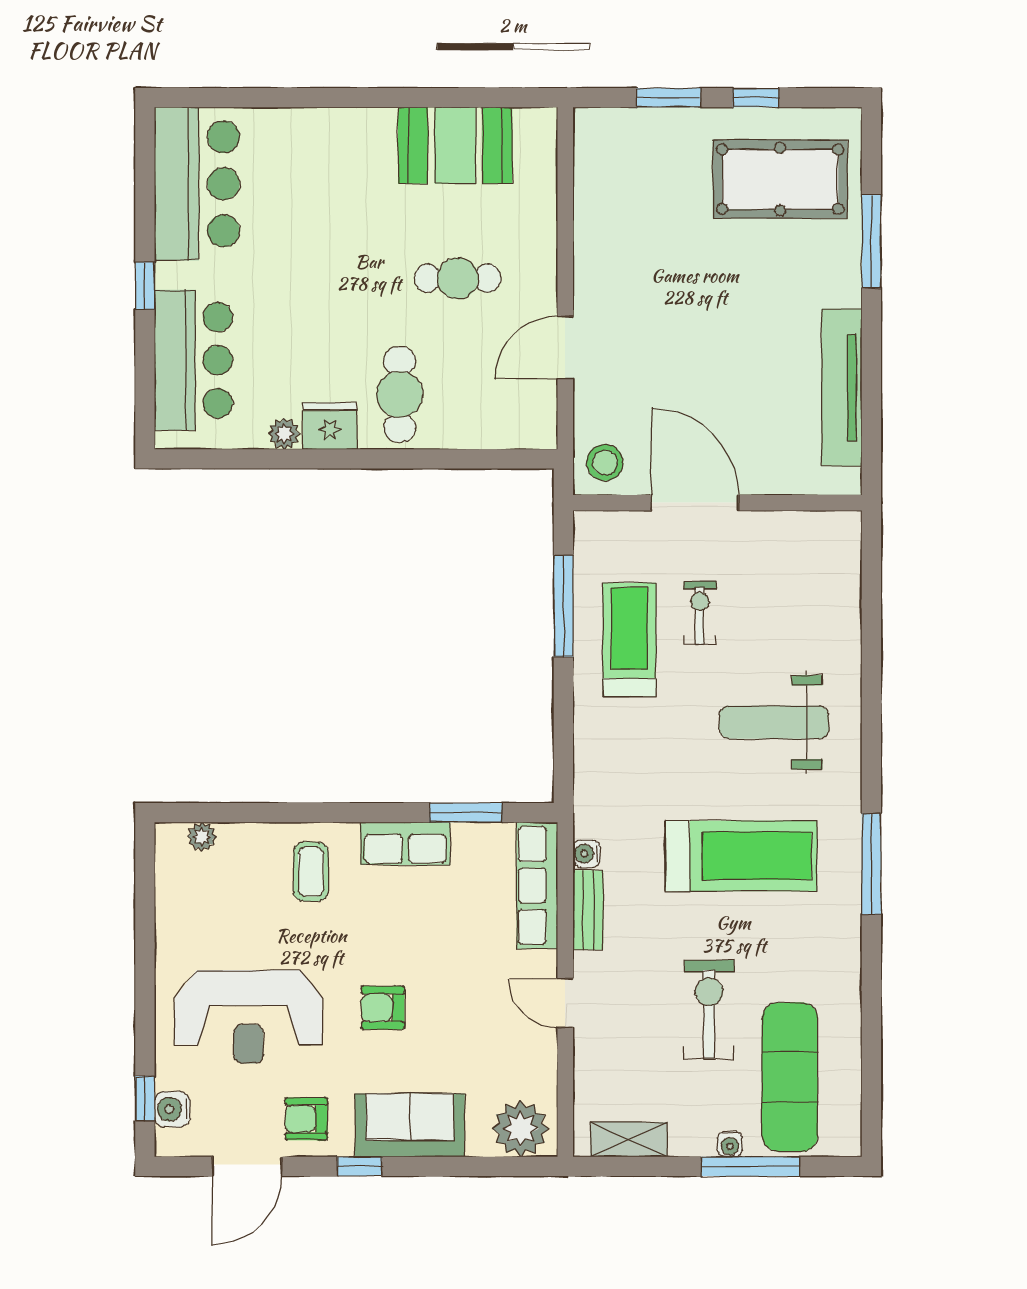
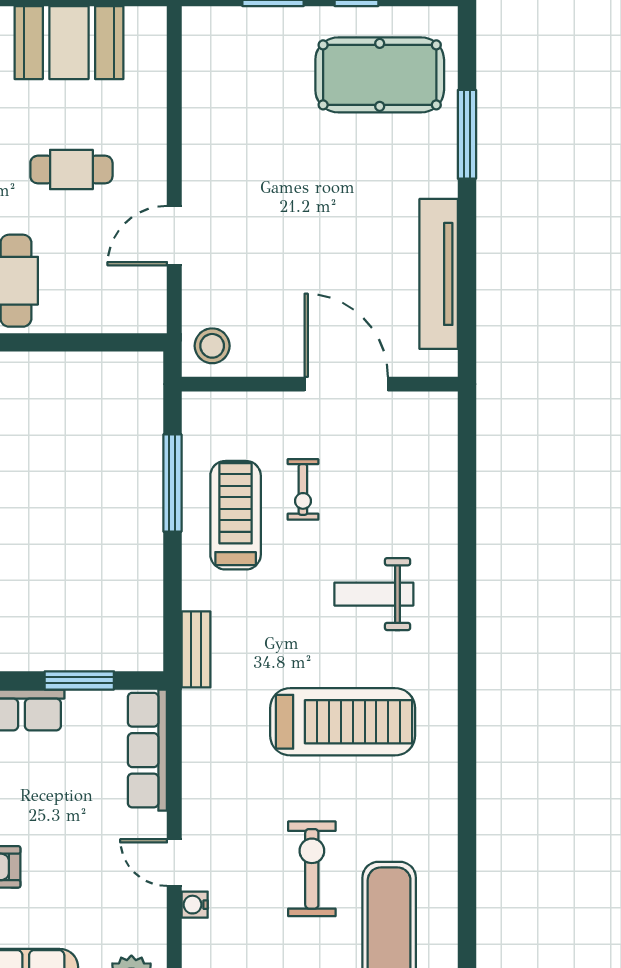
door: (695, 503) -> (346, 384), moved
exercise bike: (700, 613) -> (303, 489), turned 180
weight bench: (774, 722) -> (374, 594), width x0.73, depth x0.75
water cooler: (586, 854) -> (195, 905), moved
window: (871, 864) -> (467, 730), removed
bench: (588, 910) -> (196, 649), moved

